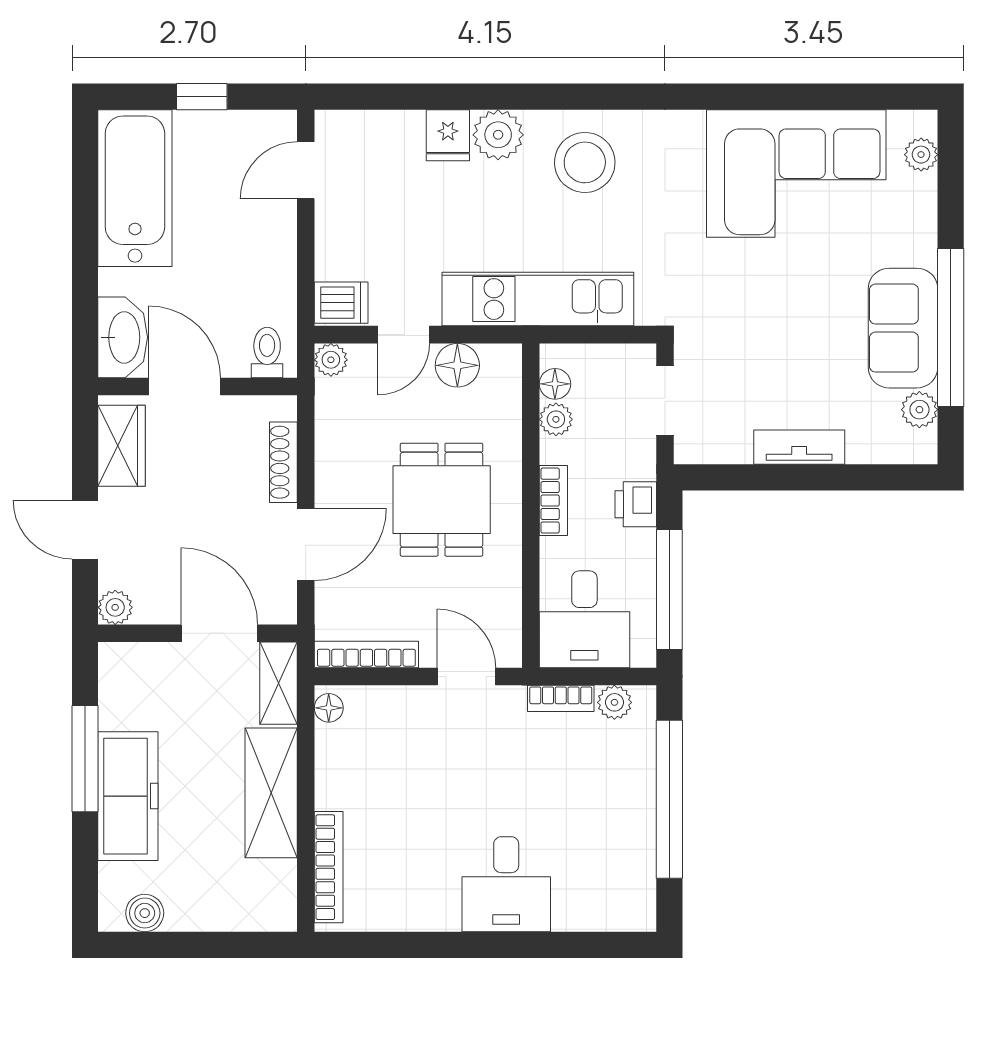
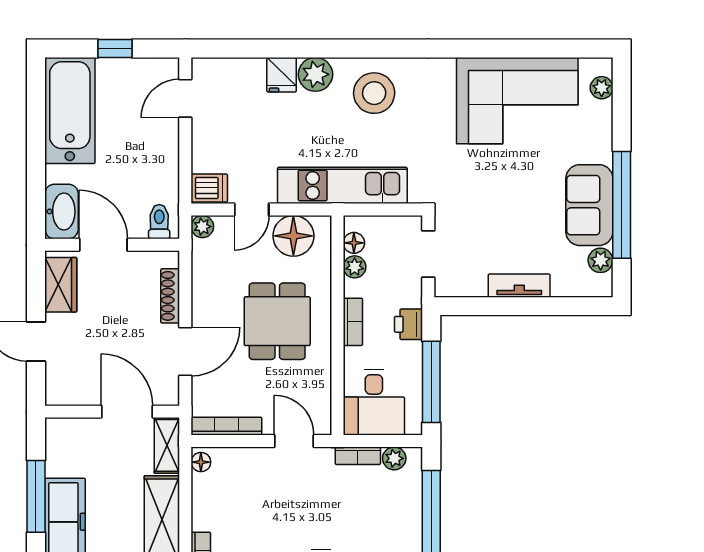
floor lamp: (457, 365) -> (293, 236), width x1.38, depth x1.38
plant: (115, 607) -> (56, 394), removed

